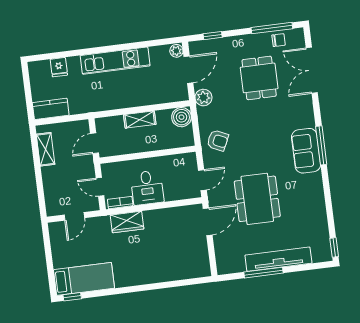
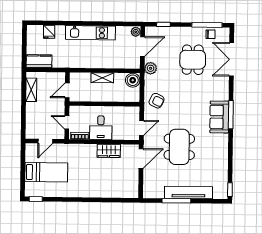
wardrobe: (127, 222) -> (109, 151), moved
bed: (84, 279) -> (46, 172), moved

